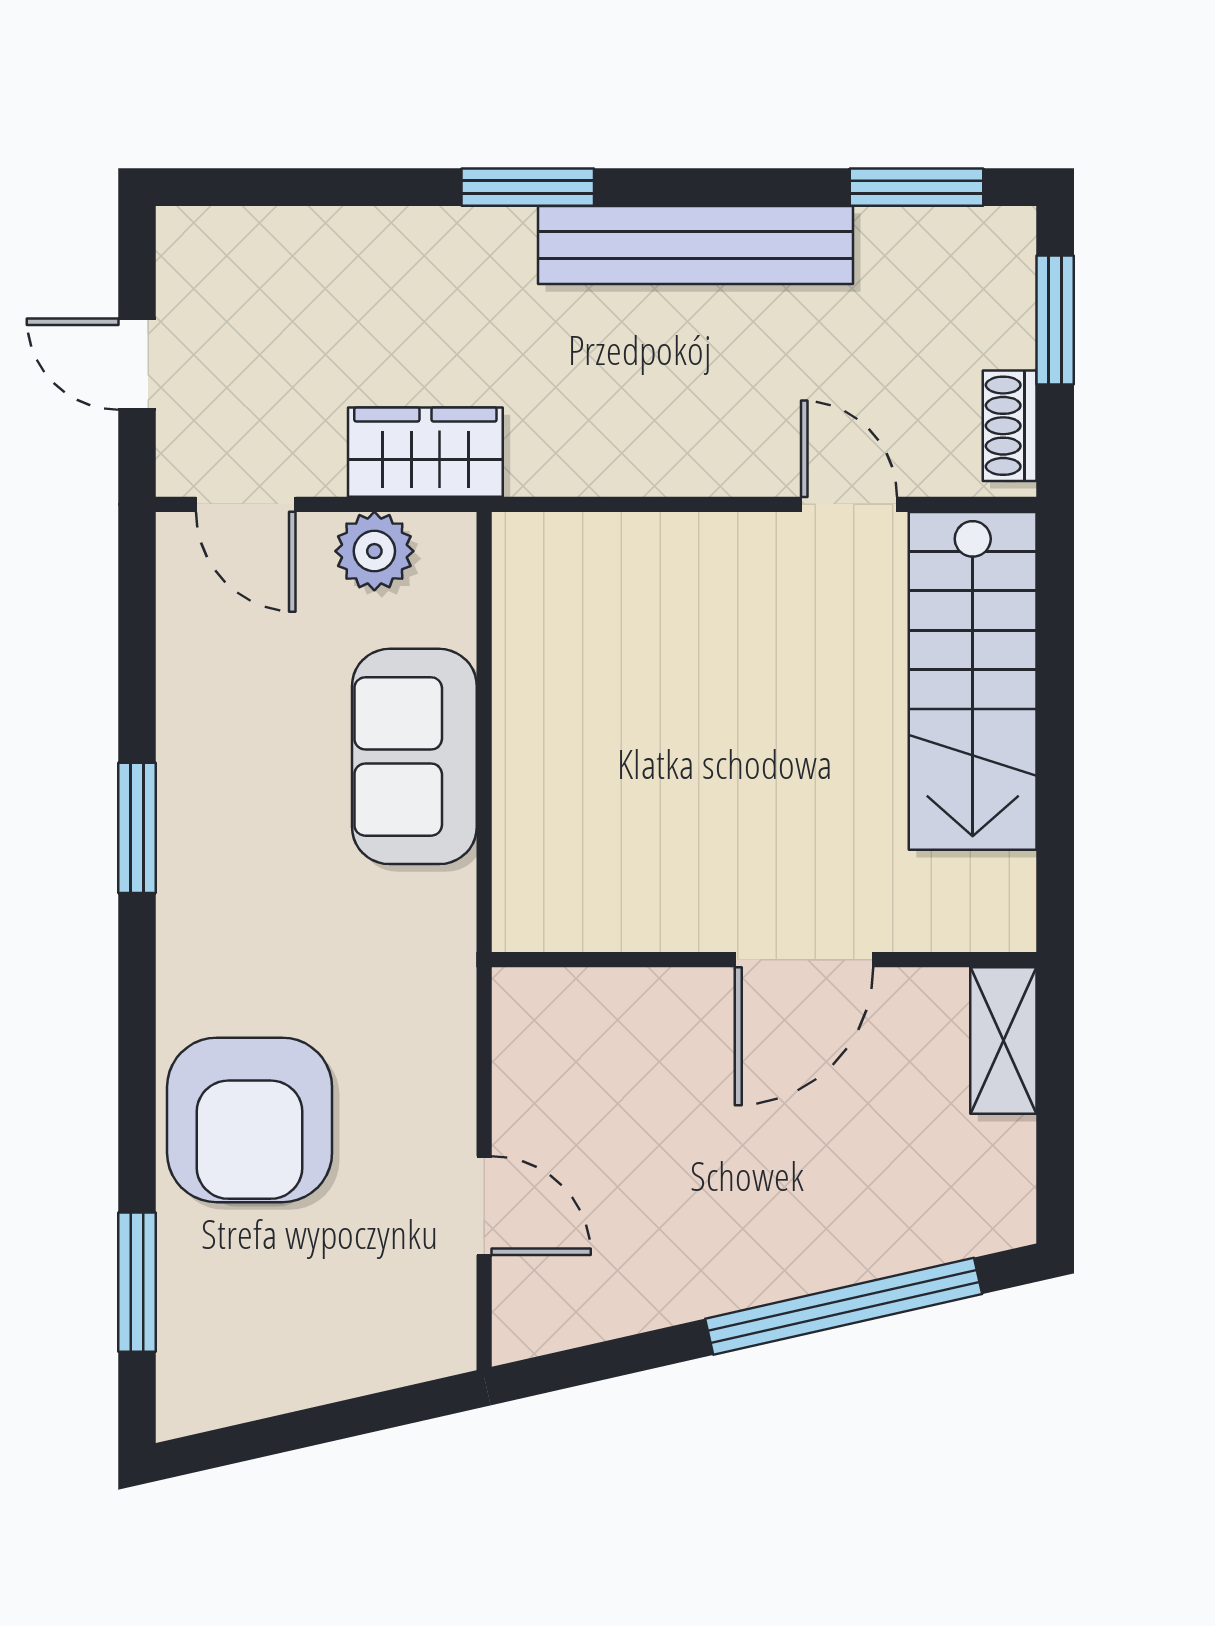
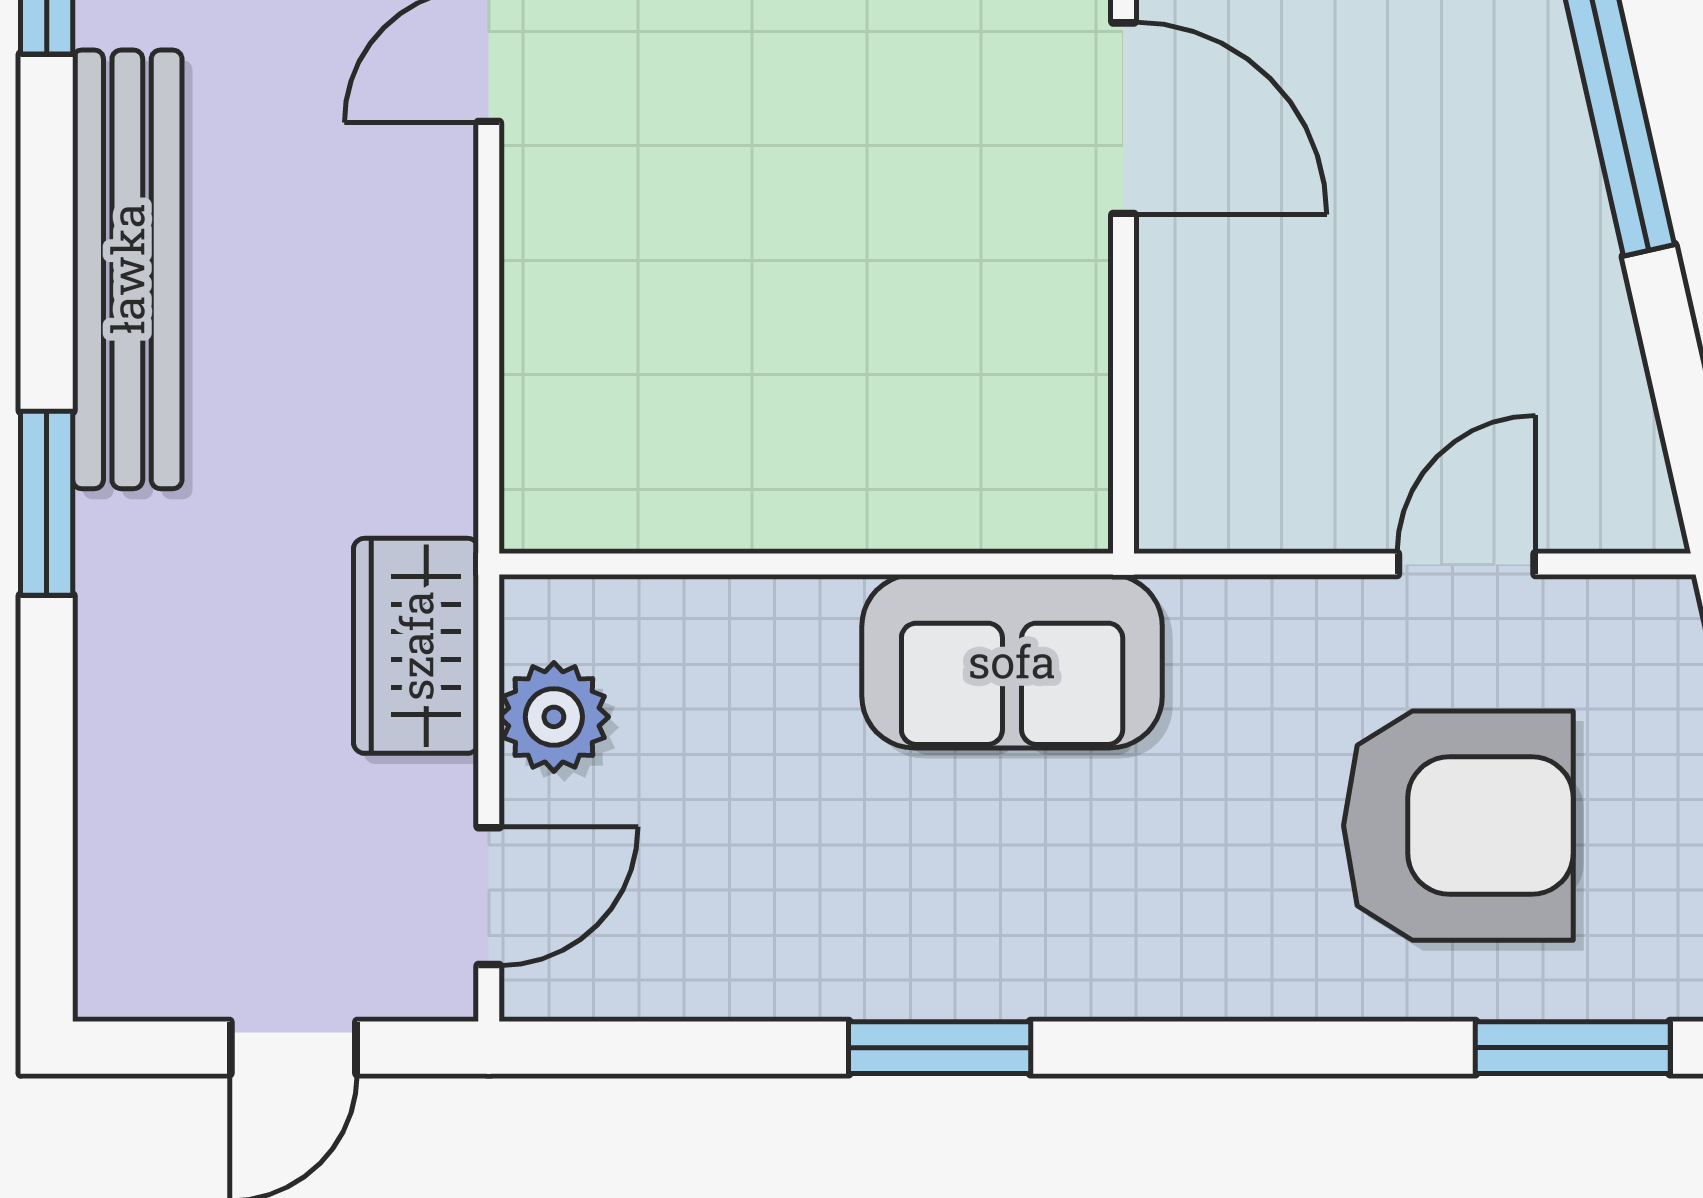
sofa: (414, 756) -> (1012, 661), moved
armchair: (250, 1120) -> (1458, 826), moved

